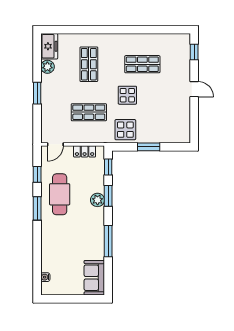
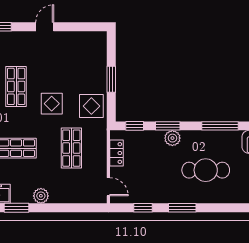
plant: (47, 67) -> (41, 196), moved
window: (37, 93) -> (16, 208), moved
cafe table: (60, 194) -> (206, 170), moved

